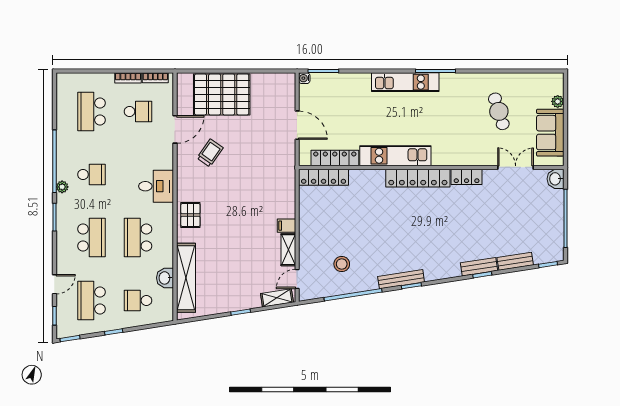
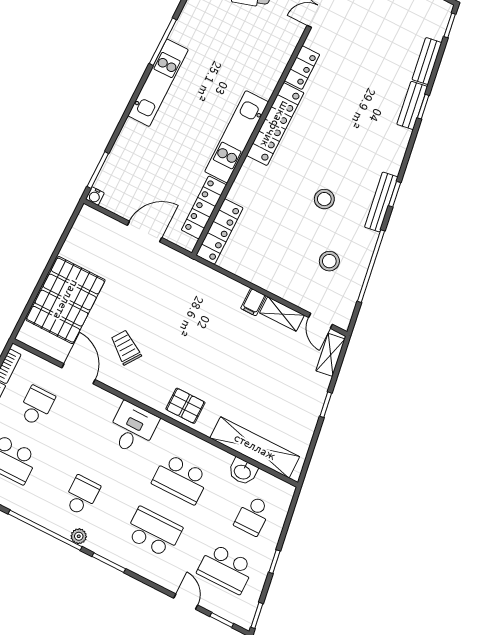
stool: (383, 239) -> (324, 199), added

